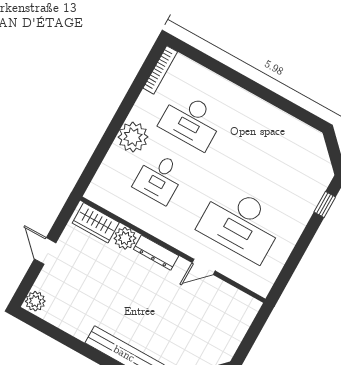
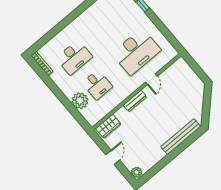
plant: (133, 137) -> (80, 101), moved
plant: (125, 238) -> (122, 114), removed
door: (45, 251) -> (113, 157), swing flipped

